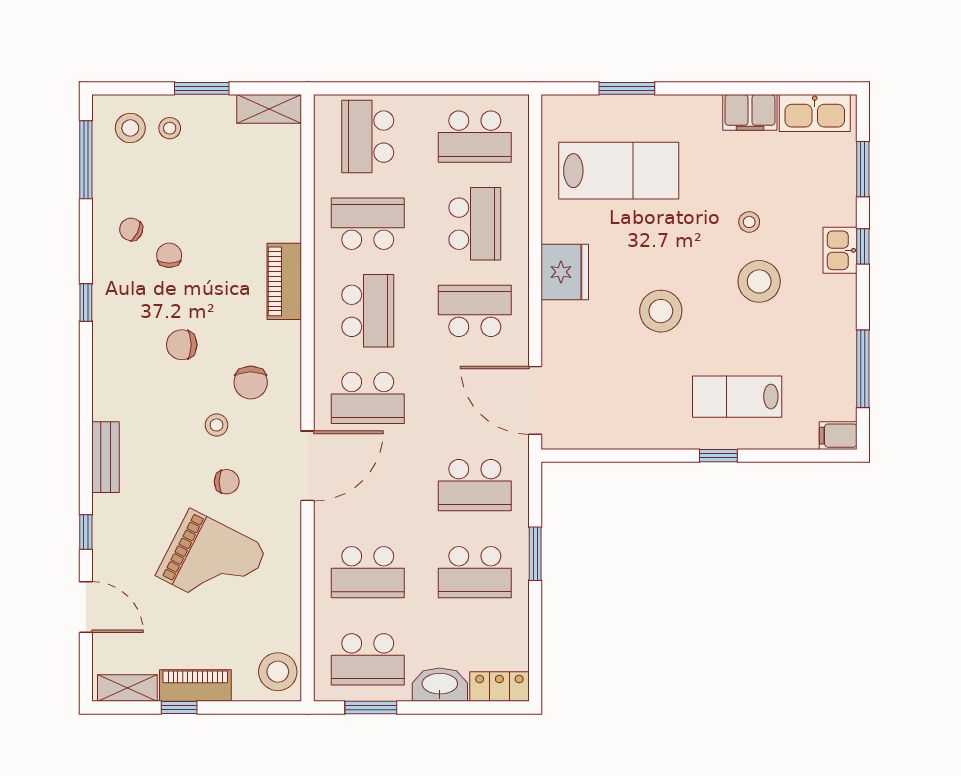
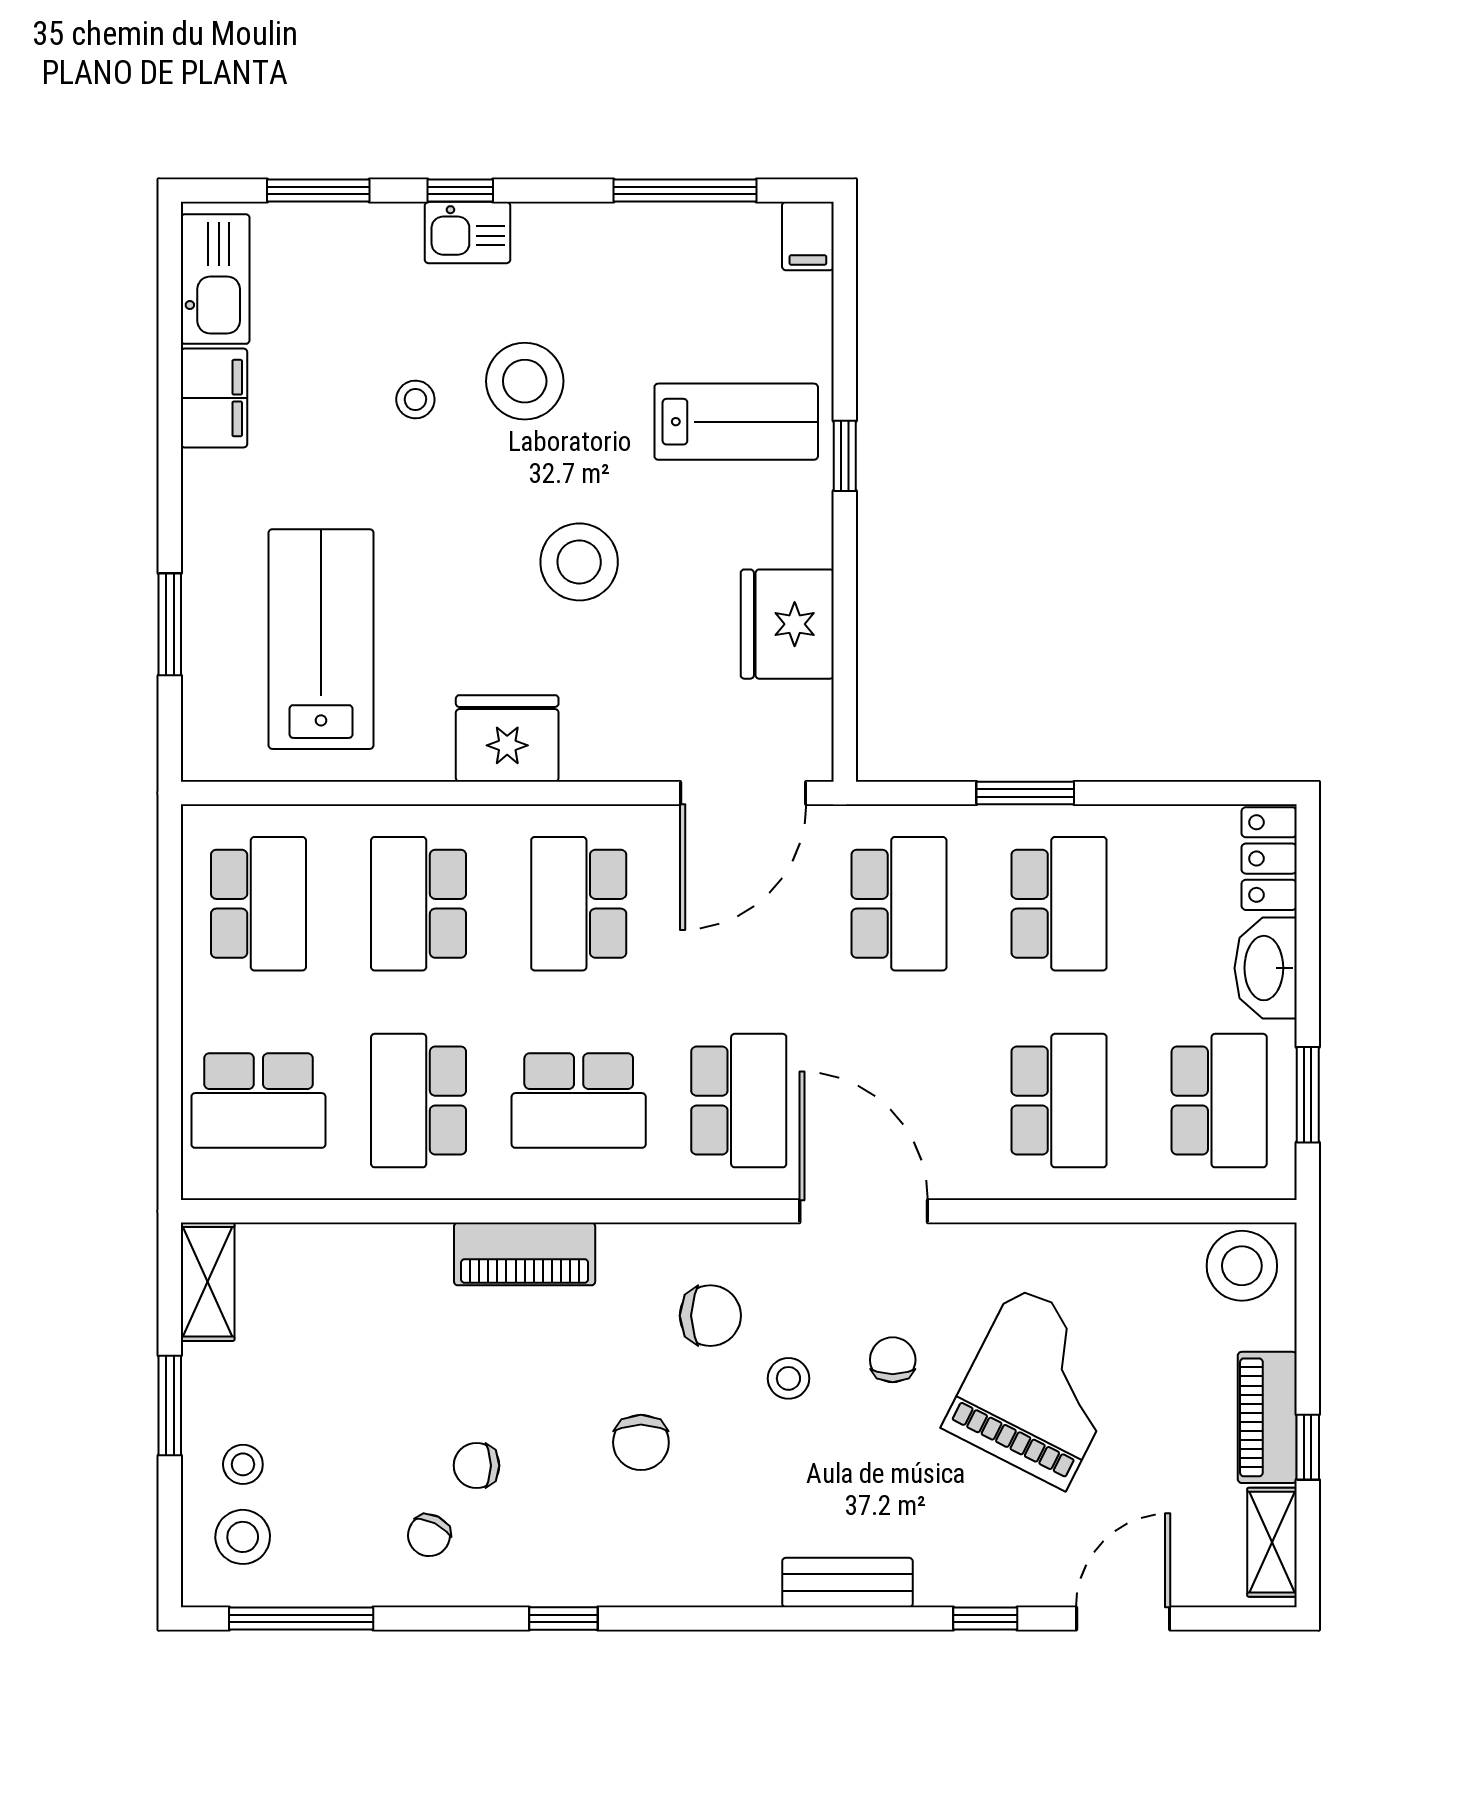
school desk: (475, 224) -> (419, 904), turned -90
school desk: (368, 311) -> (579, 1101), turned 180
lab bench: (737, 397) -> (736, 422), turned -90
fridge: (627, 424) -> (787, 624), added

